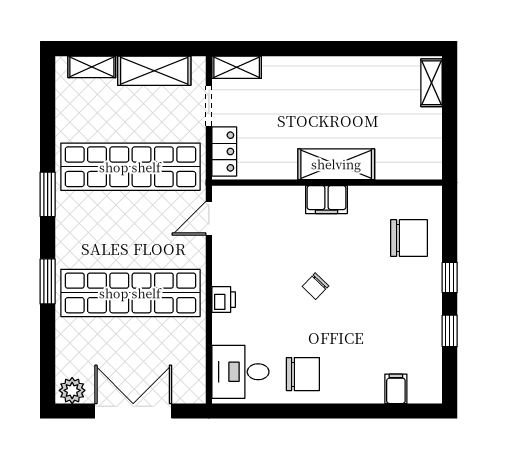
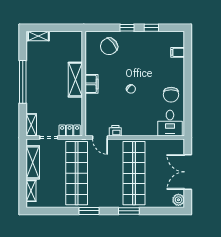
window: (331, 49) -> (23, 82), added
chair: (409, 238) -> (109, 46), turned -128
printer: (224, 300) -> (115, 131), moved
chair: (303, 374) -> (171, 95), turned 180

